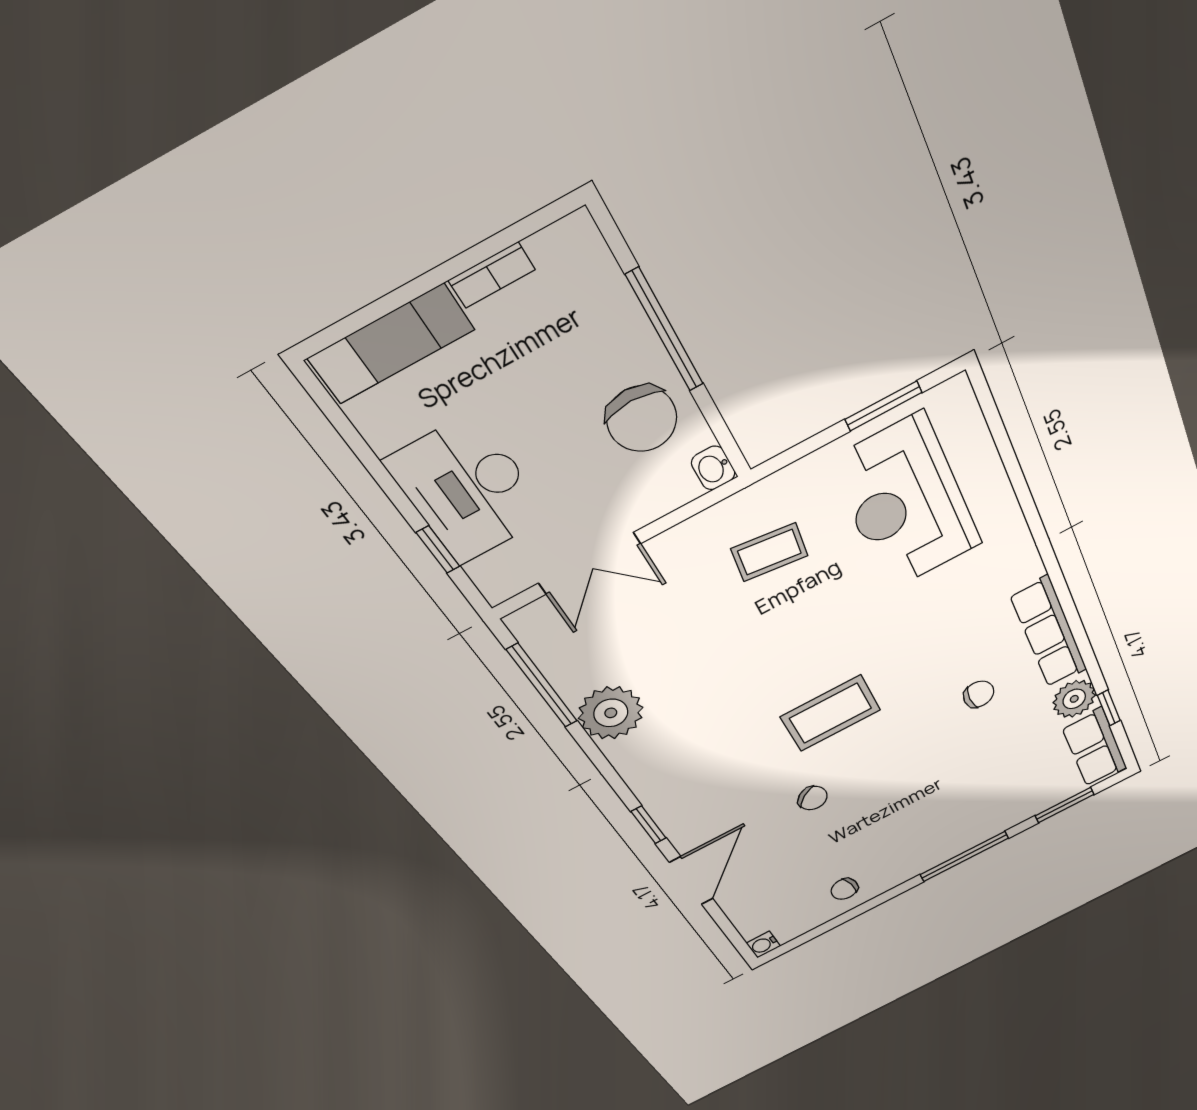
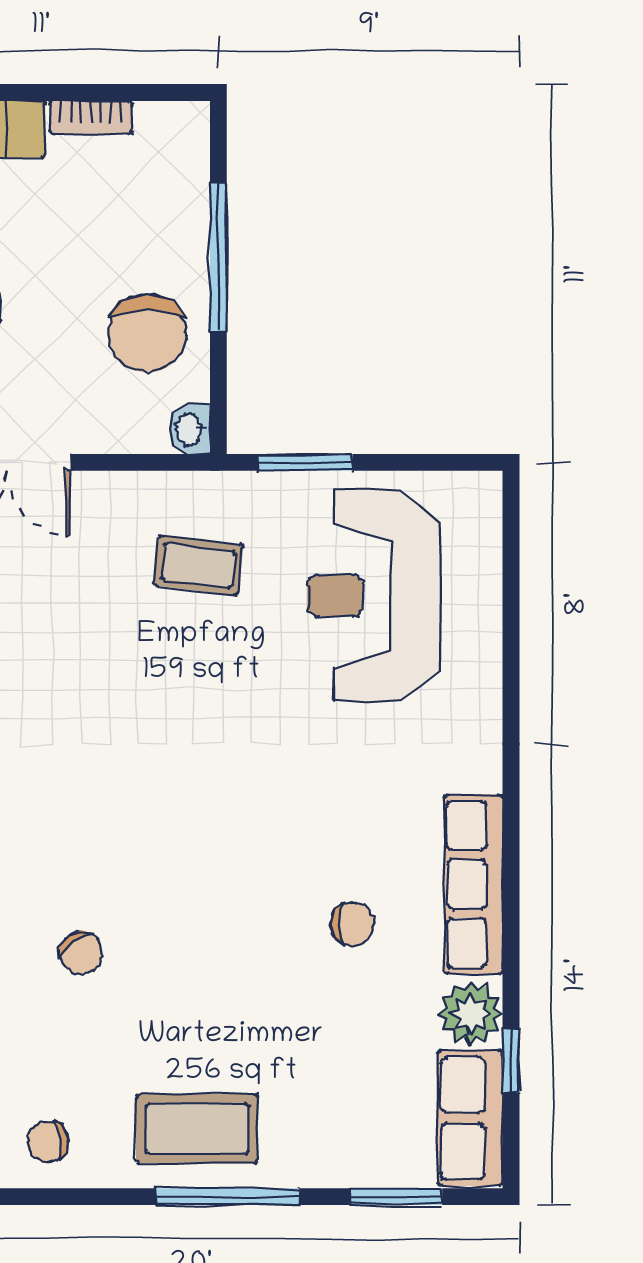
window: (883, 406) -> (305, 462), moved
coffee table: (831, 713) -> (197, 1129), moved

